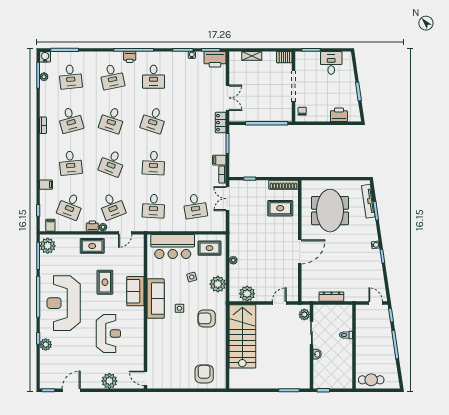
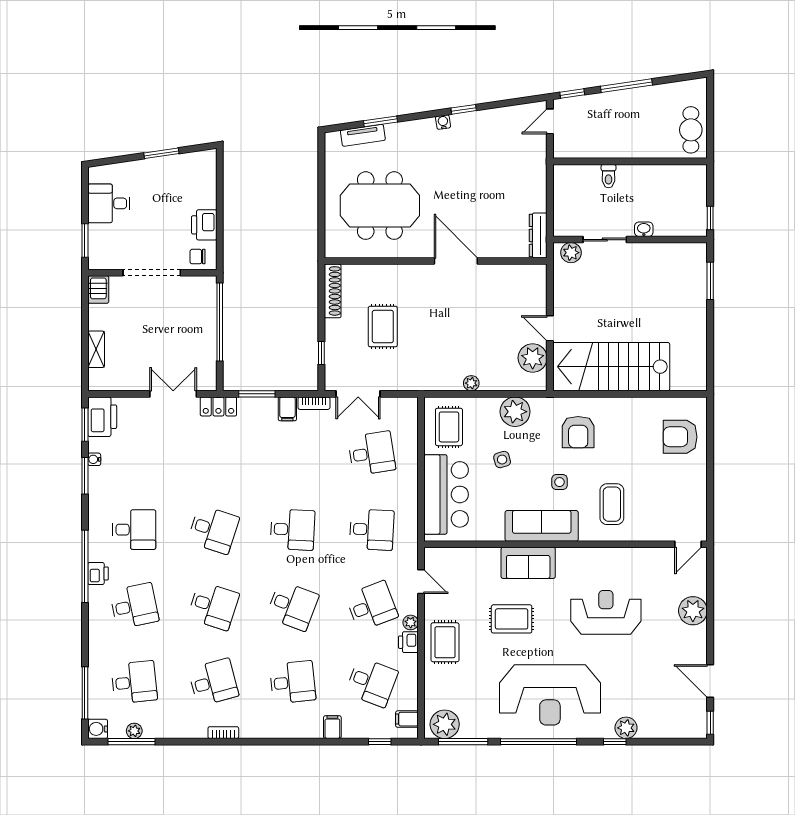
printer: (339, 115) -> (204, 225), moved
tv unit: (368, 201) -> (363, 135), width x0.71
rug: (280, 208) -> (383, 327), moved
dresser: (331, 297) -> (538, 235), moved
door: (279, 303) -> (550, 328), moved
coffee table: (167, 337) -> (612, 504), added

